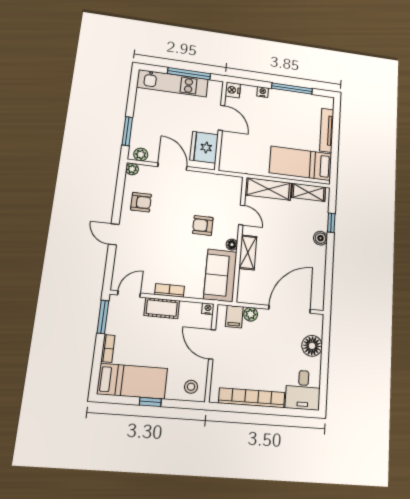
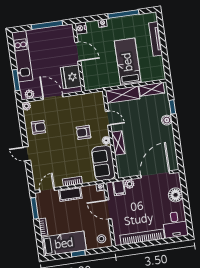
kitchen unit: (173, 83) -> (22, 56), moved, turned -90
bed: (301, 163) -> (128, 62), moved, turned 90

